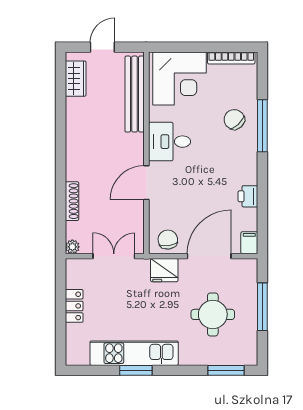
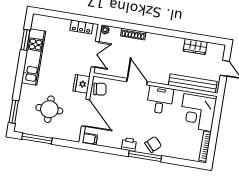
wardrobe: (76, 79) -> (195, 47), moved
chair: (234, 120) -> (153, 144), moved
window: (262, 126) -> (145, 156), moved
printer: (248, 196) -> (129, 144), moved
locker: (74, 306) -> (81, 27), moved
window: (262, 307) -> (37, 139), moved
window: (136, 370) -> (25, 40), moved

